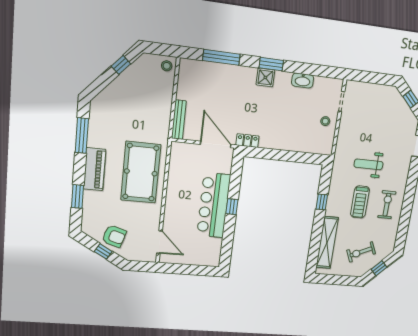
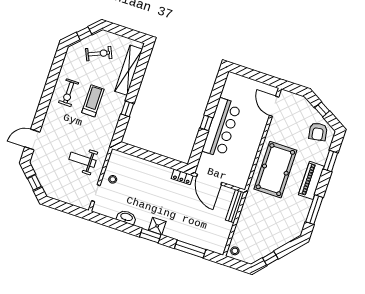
weight bench: (368, 164) -> (82, 160), moved, turned 180
armchair: (114, 236) -> (318, 132), moved, turned -116

